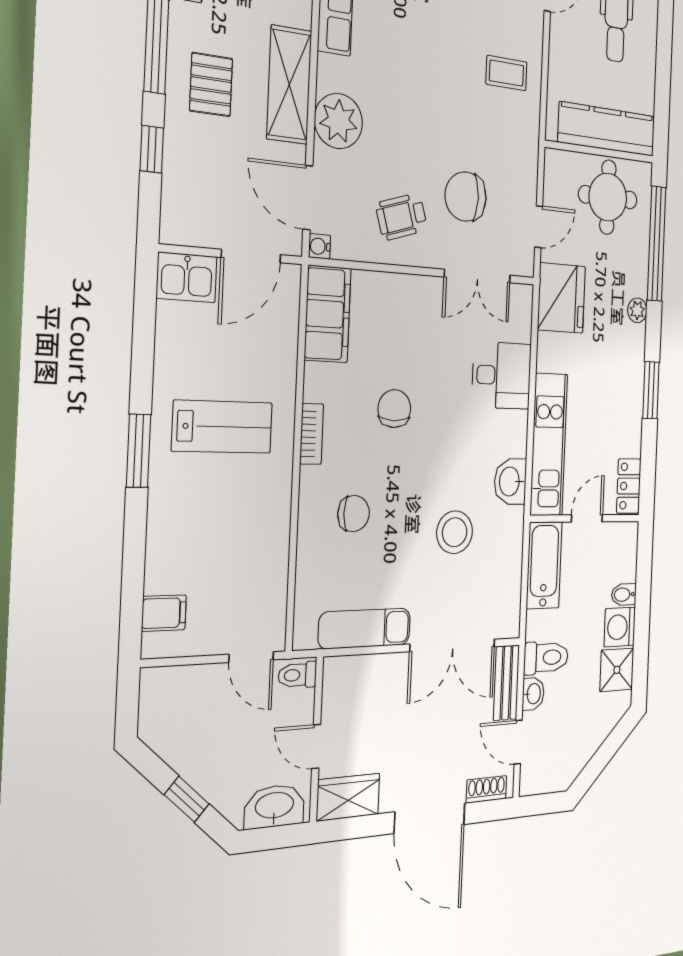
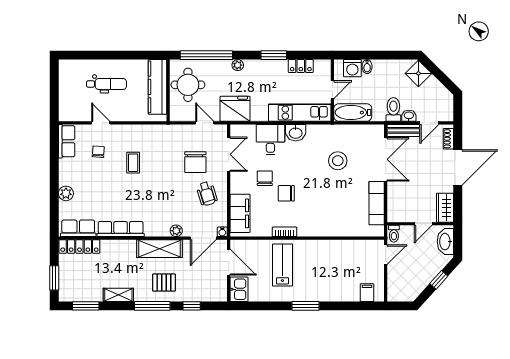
coffee table: (506, 73) -> (133, 163), moved
plant: (338, 121) -> (176, 231), width x0.53, depth x0.53
filing cabinet: (328, 314) -> (240, 213), moved, turned 90
lab bench: (222, 427) -> (282, 265), moved
bookcase: (312, 434) -> (285, 232), moved
washbasin: (510, 481) -> (296, 133), moved
locker: (629, 486) -> (301, 66), moved
chair: (354, 514) -> (265, 178), moved
door: (587, 518) -> (332, 90), swing flipped
washing machine: (620, 627) -> (352, 68), moved
shower: (617, 670) -> (418, 73), moved, turned 45

